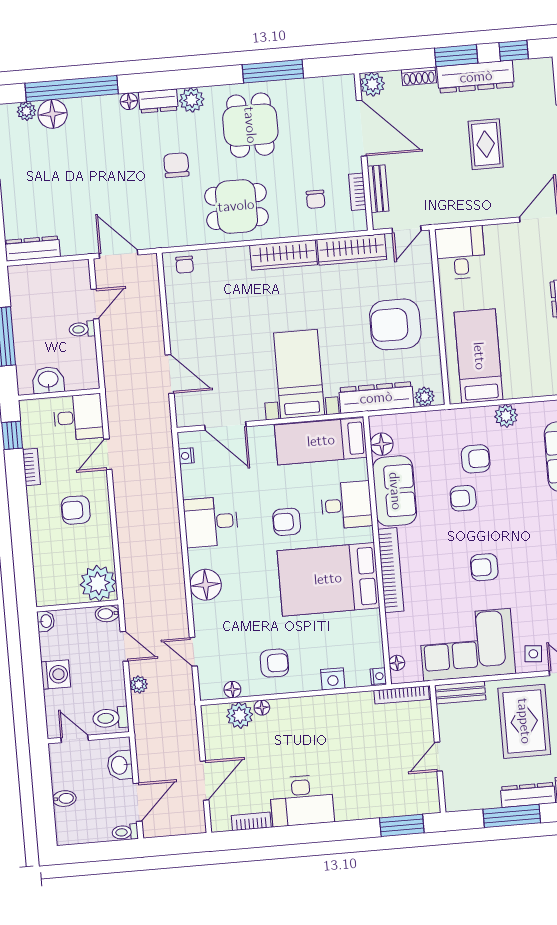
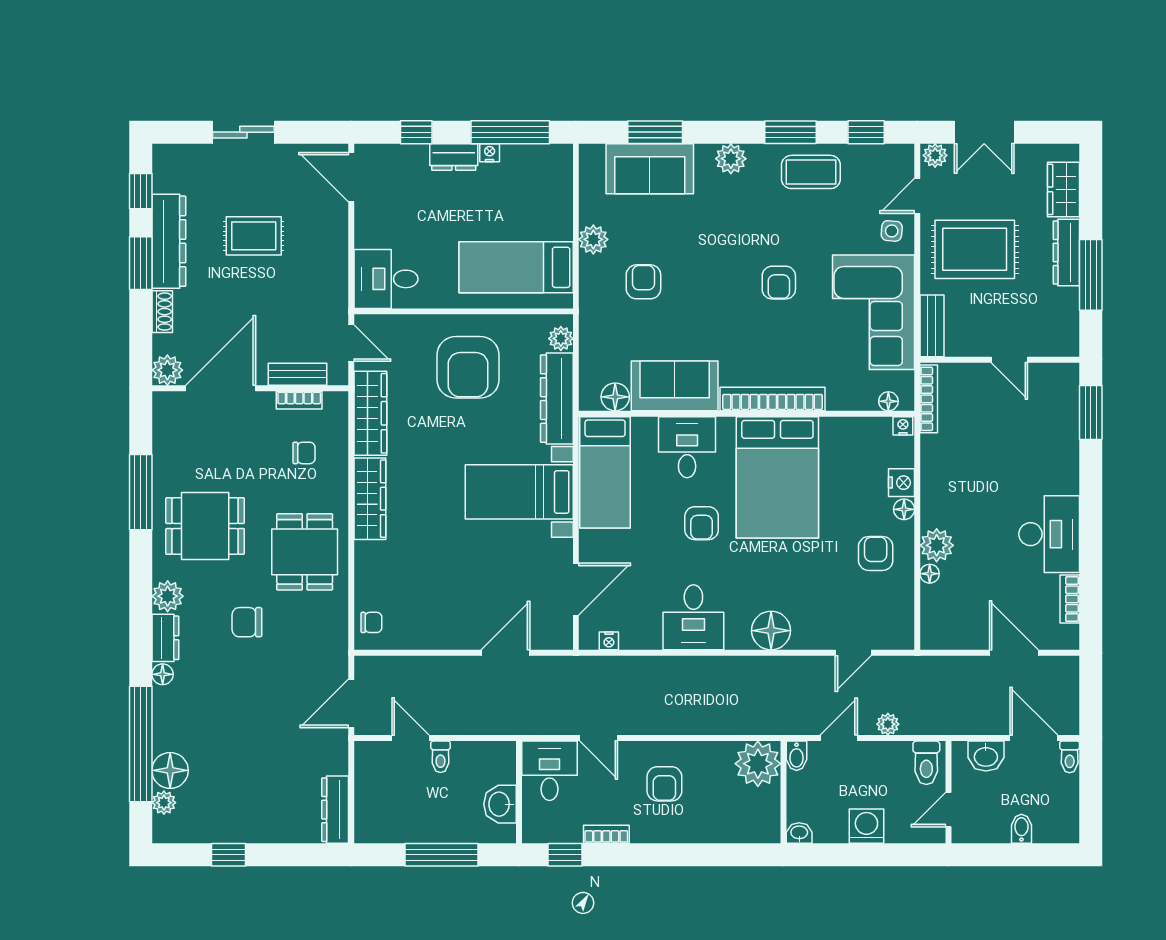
armchair: (463, 498) -> (691, 301), removed
floor lamp: (232, 690) -> (904, 509), moved
plant: (240, 715) -> (937, 545), moved

